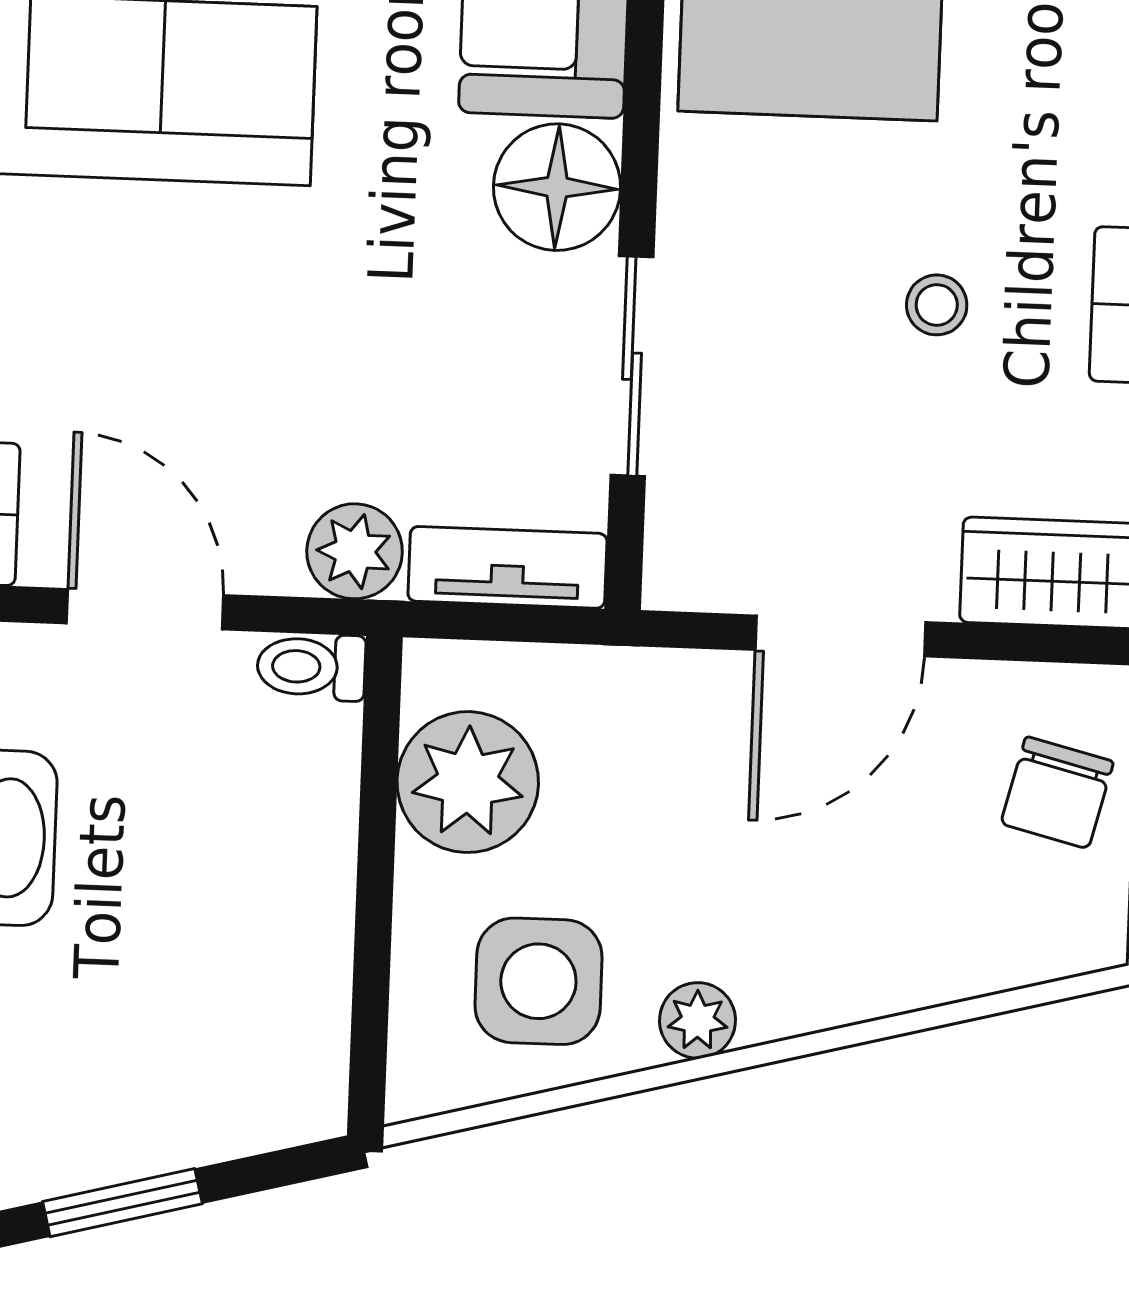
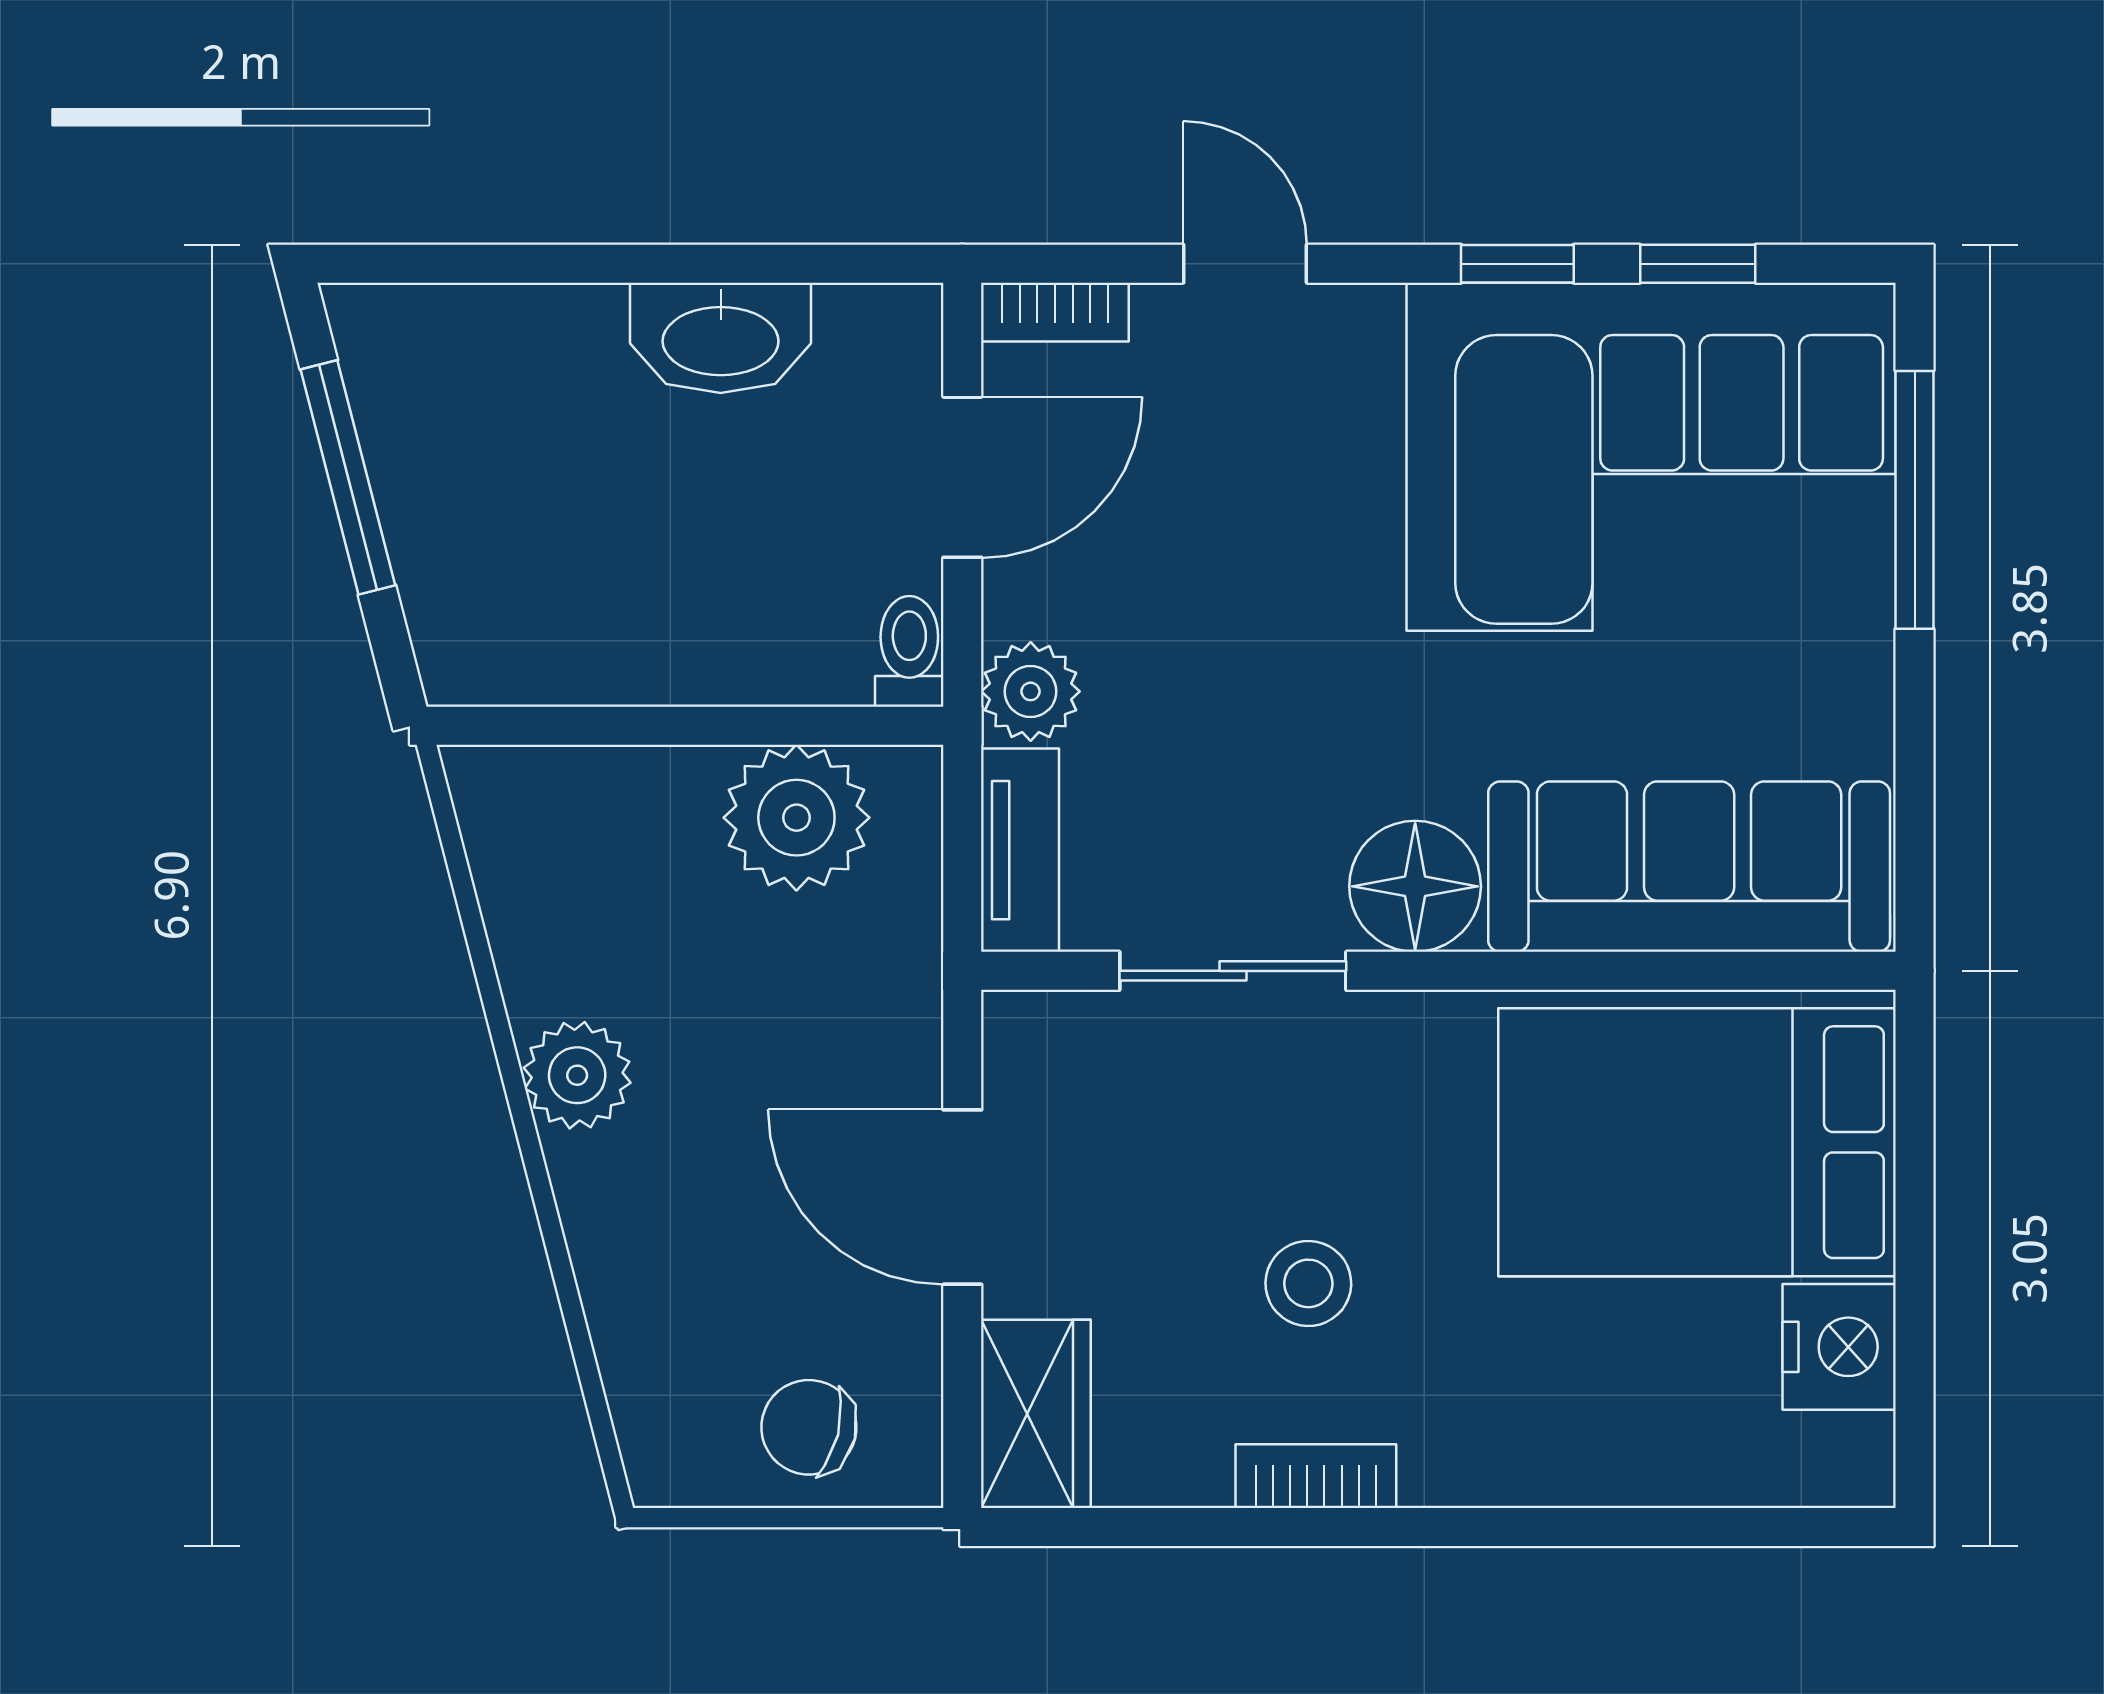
stool: (937, 305) -> (1308, 1283), width x1.37, depth x1.37
side table: (538, 981) -> (593, 899), removed
plant: (698, 1020) -> (577, 1075), width x1.38, depth x1.38
window: (122, 1203) -> (348, 477), width x1.44

